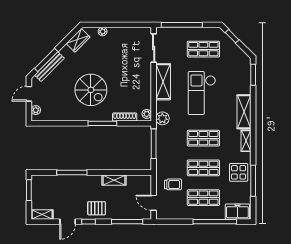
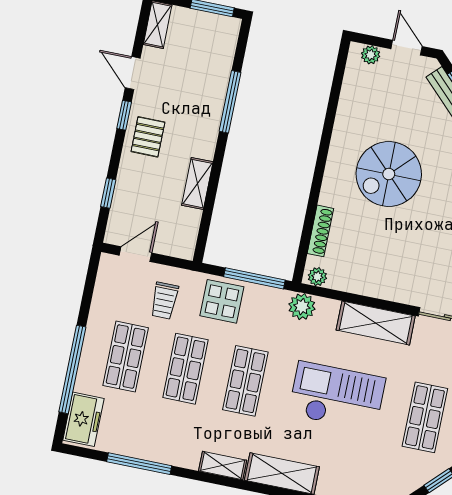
window: (102, 123) -> (317, 183), removed
display table: (239, 172) -> (222, 301), moved
window: (127, 222) -> (108, 193), width x0.46

